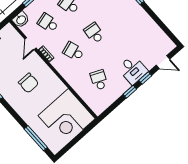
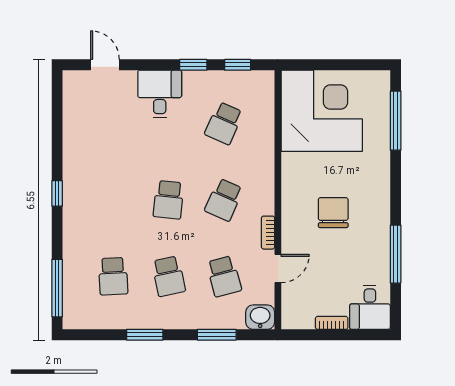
school desk: (74, 51) -> (224, 200), turned 42
window: (145, 78) -> (238, 65), moved

